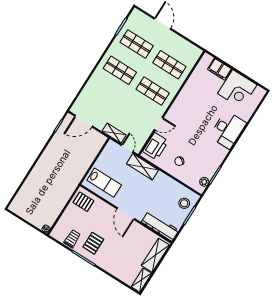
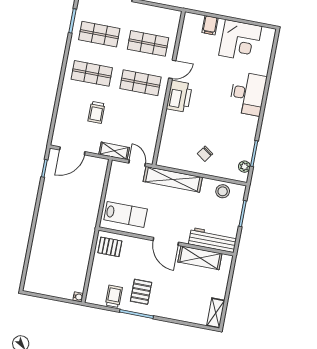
filing cabinet: (220, 69) -> (210, 25), width x0.50
trolley: (112, 100) -> (96, 112), added
door: (159, 124) -> (172, 69), moved
printer: (155, 146) -> (179, 96), moved
shelving: (142, 167) -> (173, 179), width x1.47
stool: (184, 203) -> (223, 191), moved
shelving: (155, 255) -> (200, 258), moved, turned 90

